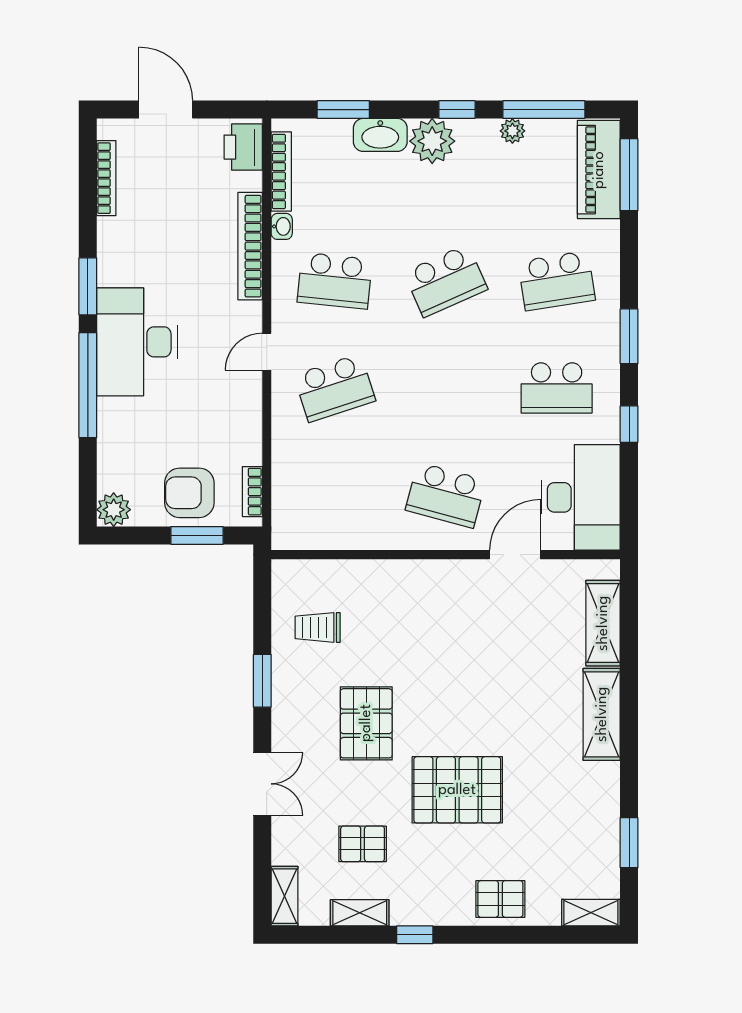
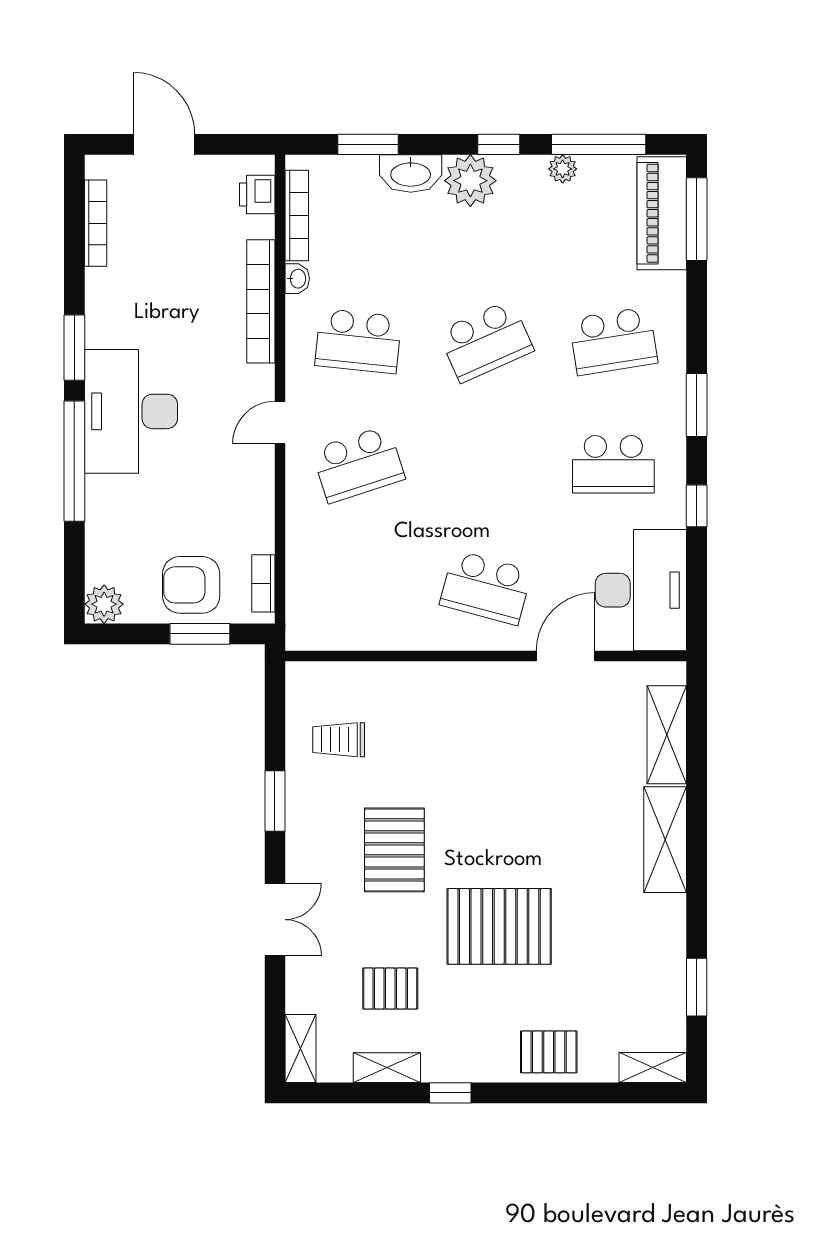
printer: (243, 147) -> (257, 195), width x0.73, depth x0.81

